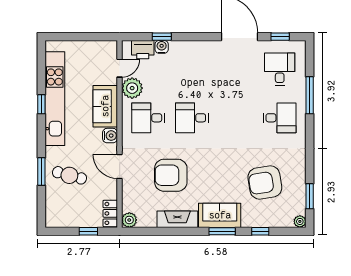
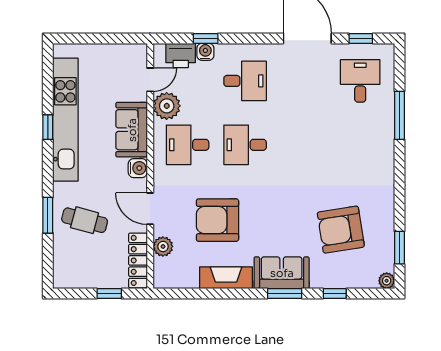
desk: (280, 118) -> (245, 81), moved
locker: (110, 213) -> (138, 260), width x1.53
plant: (129, 220) -> (163, 246), moved

